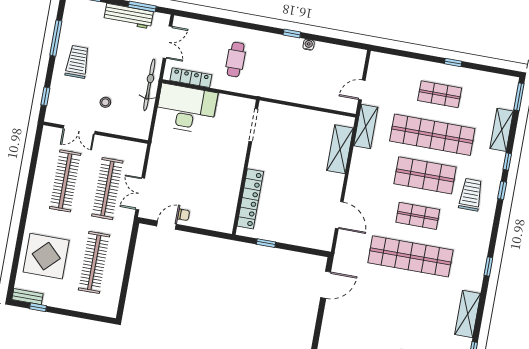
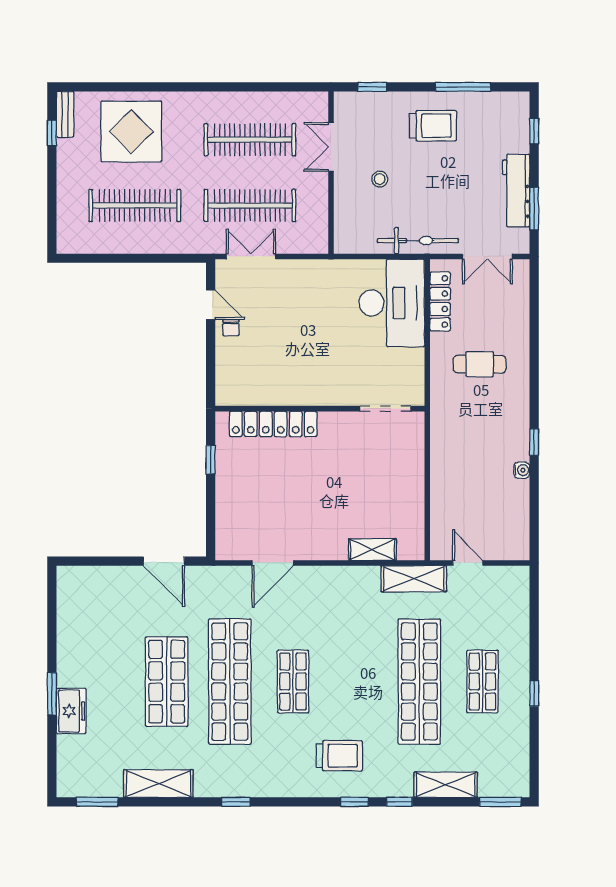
shelving: (340, 149) -> (372, 550), width x0.67, depth x0.75
shop shelf: (425, 175) -> (167, 682), moved

